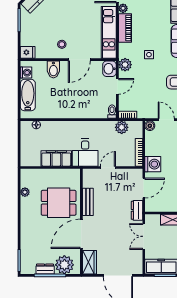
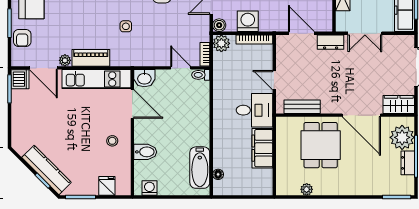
fridge: (28, 52) -> (107, 186), moved
door: (79, 60) -> (132, 104), moved
plant: (125, 65) -> (139, 58), removed
door: (117, 86) -> (181, 68), moved
bathtub: (28, 95) -> (200, 168), moved, turned -90
plant: (122, 127) -> (221, 43), moved
washing machine: (153, 164) -> (248, 21), moved
bench: (88, 202) -> (302, 107), moved

